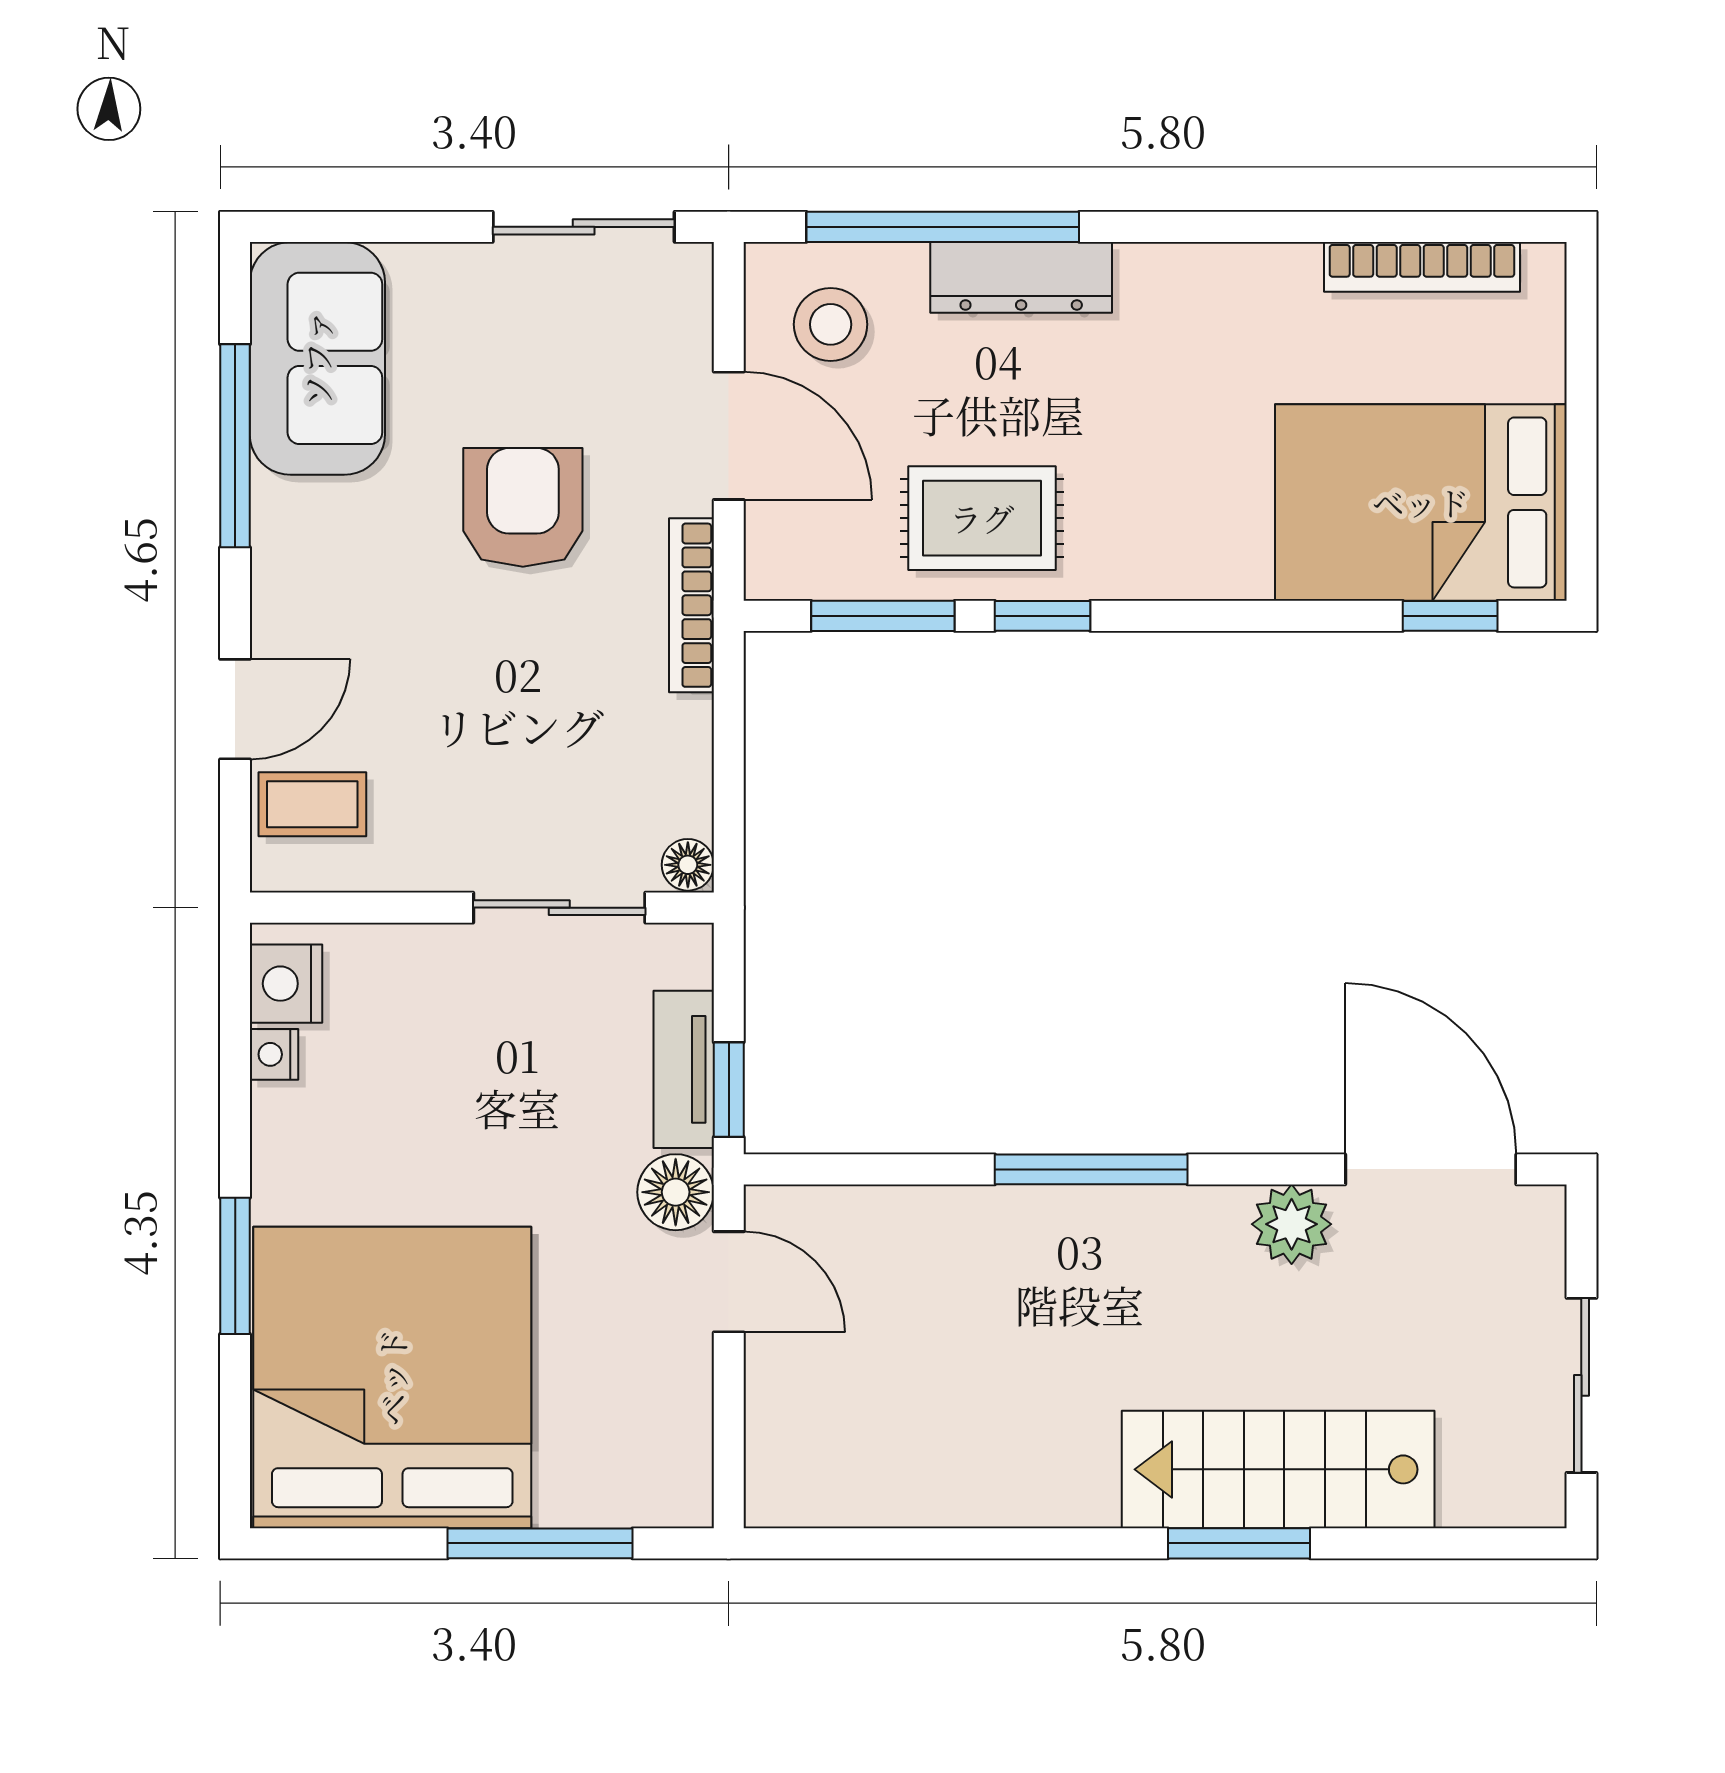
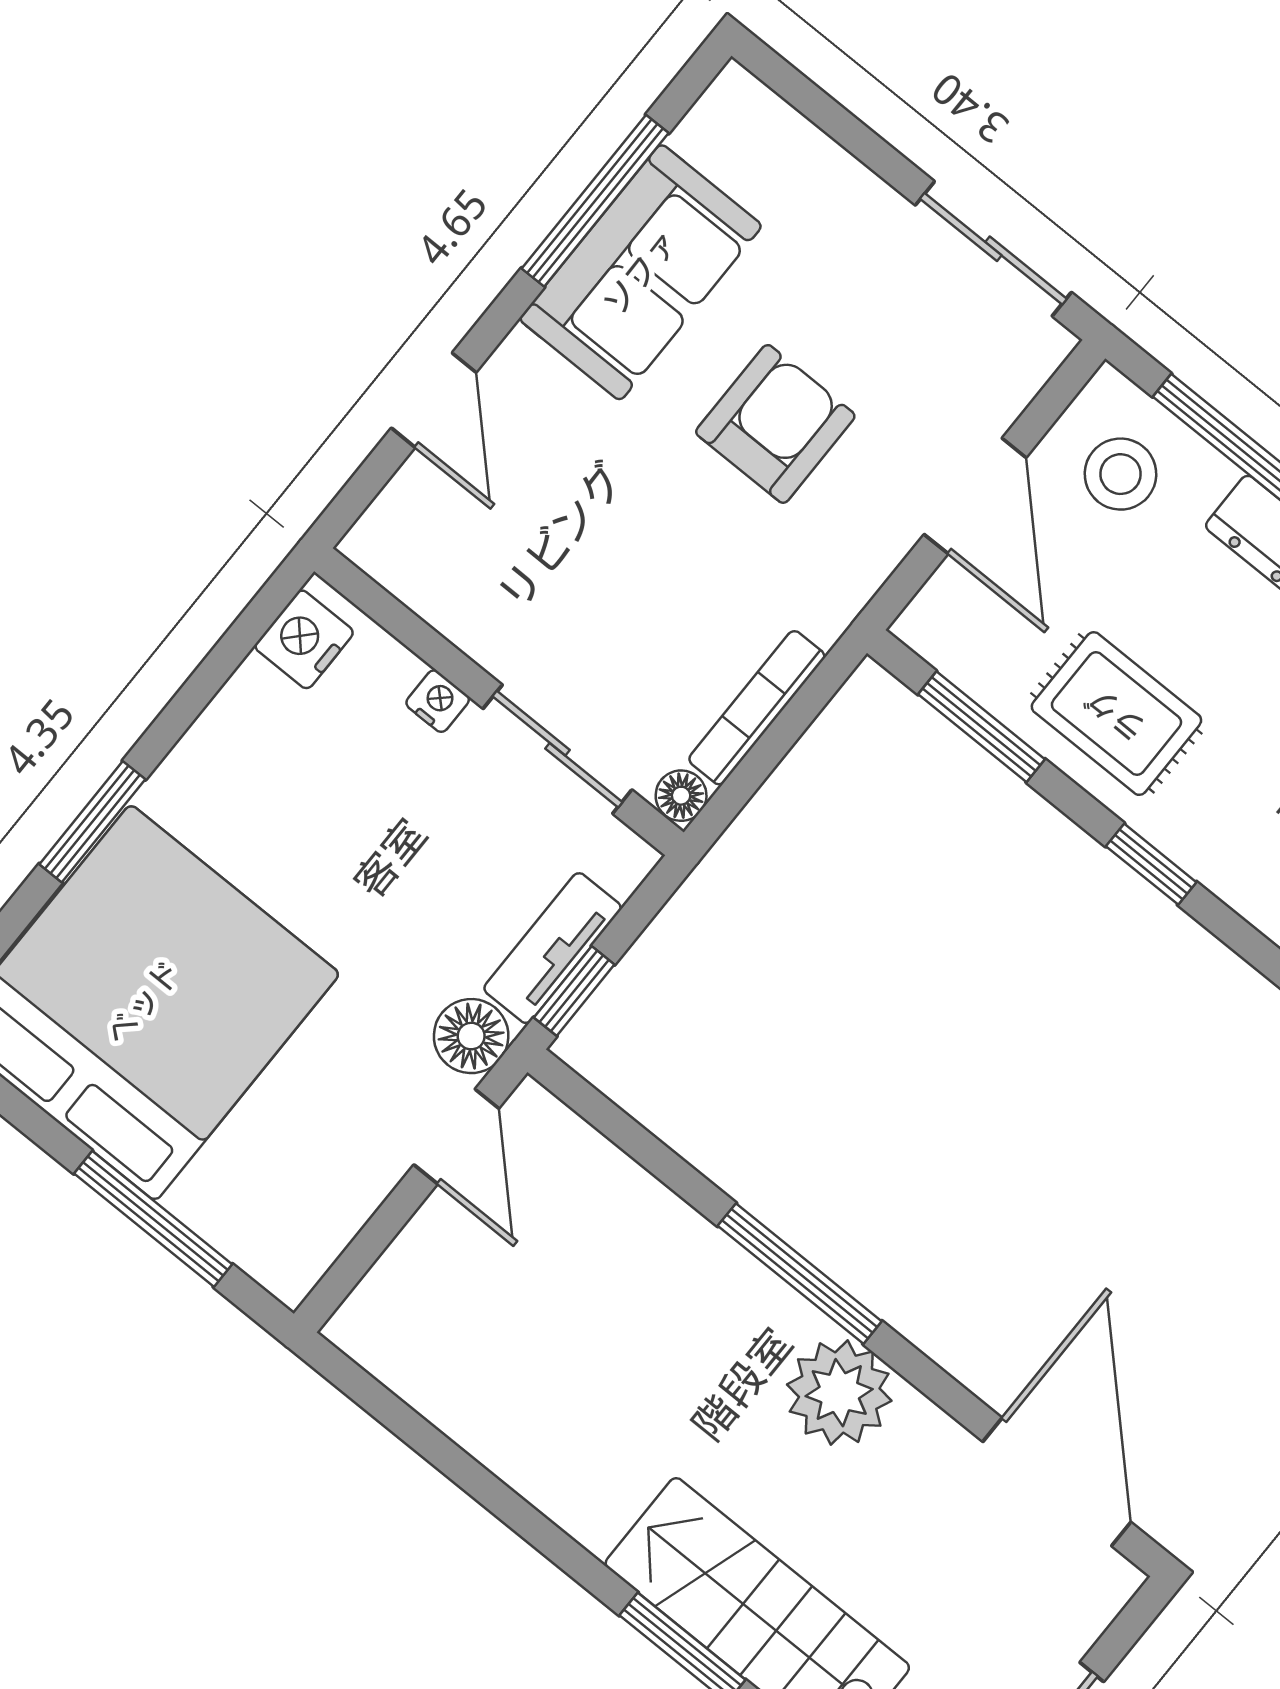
sofa: (317, 358) -> (641, 272), moved
bookcase: (691, 605) -> (757, 708), moved
window: (1043, 616) -> (1151, 864), moved
door: (235, 709) -> (434, 400), hinge flipped
coffee table: (312, 804) -> (434, 520), removed
nightstand: (274, 1054) -> (438, 701), moved, turned 90
plant: (1292, 1224) -> (839, 1393), moved, width x1.36, depth x1.36

